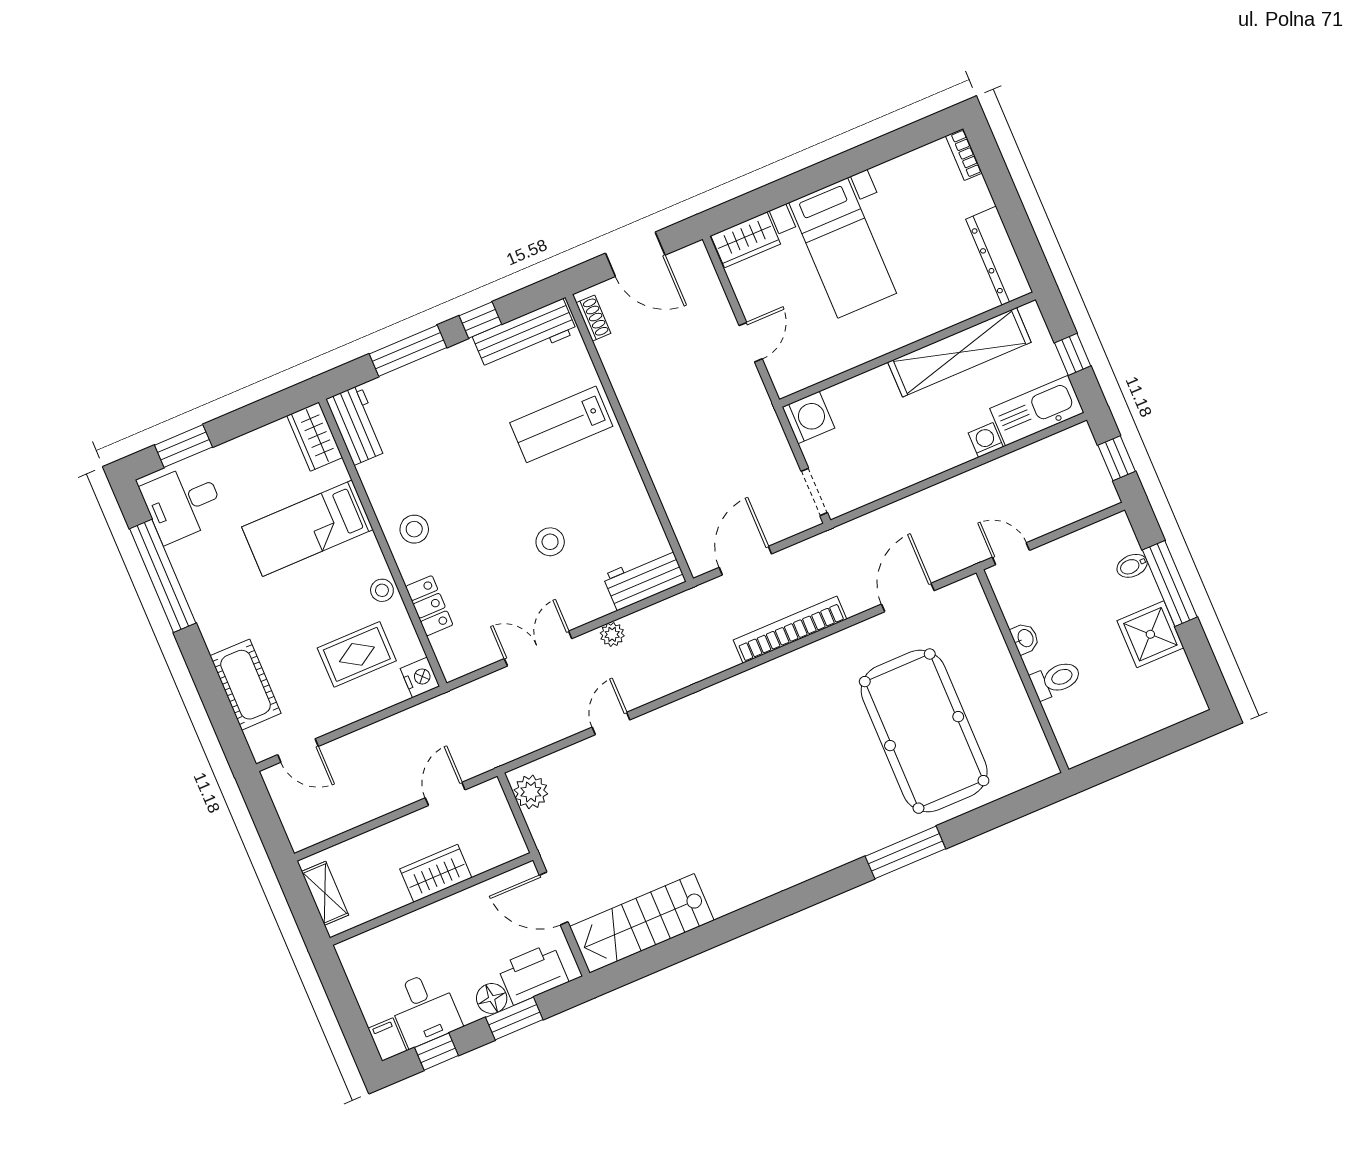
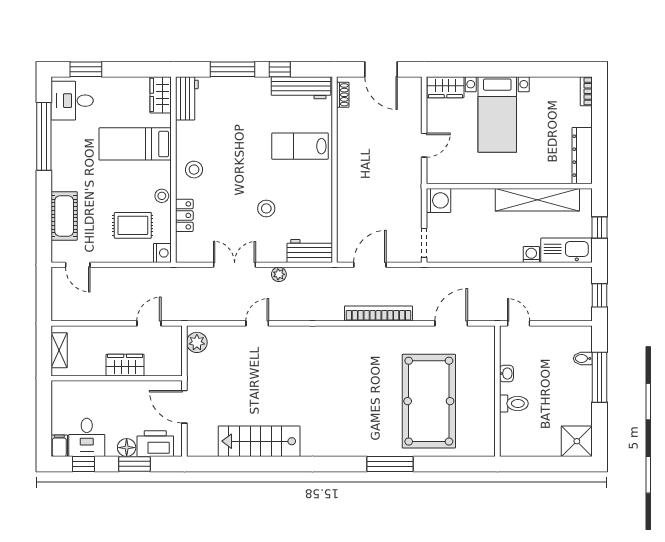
shower: (1150, 634) -> (577, 441), moved
stairs: (642, 923) -> (259, 441), moved

